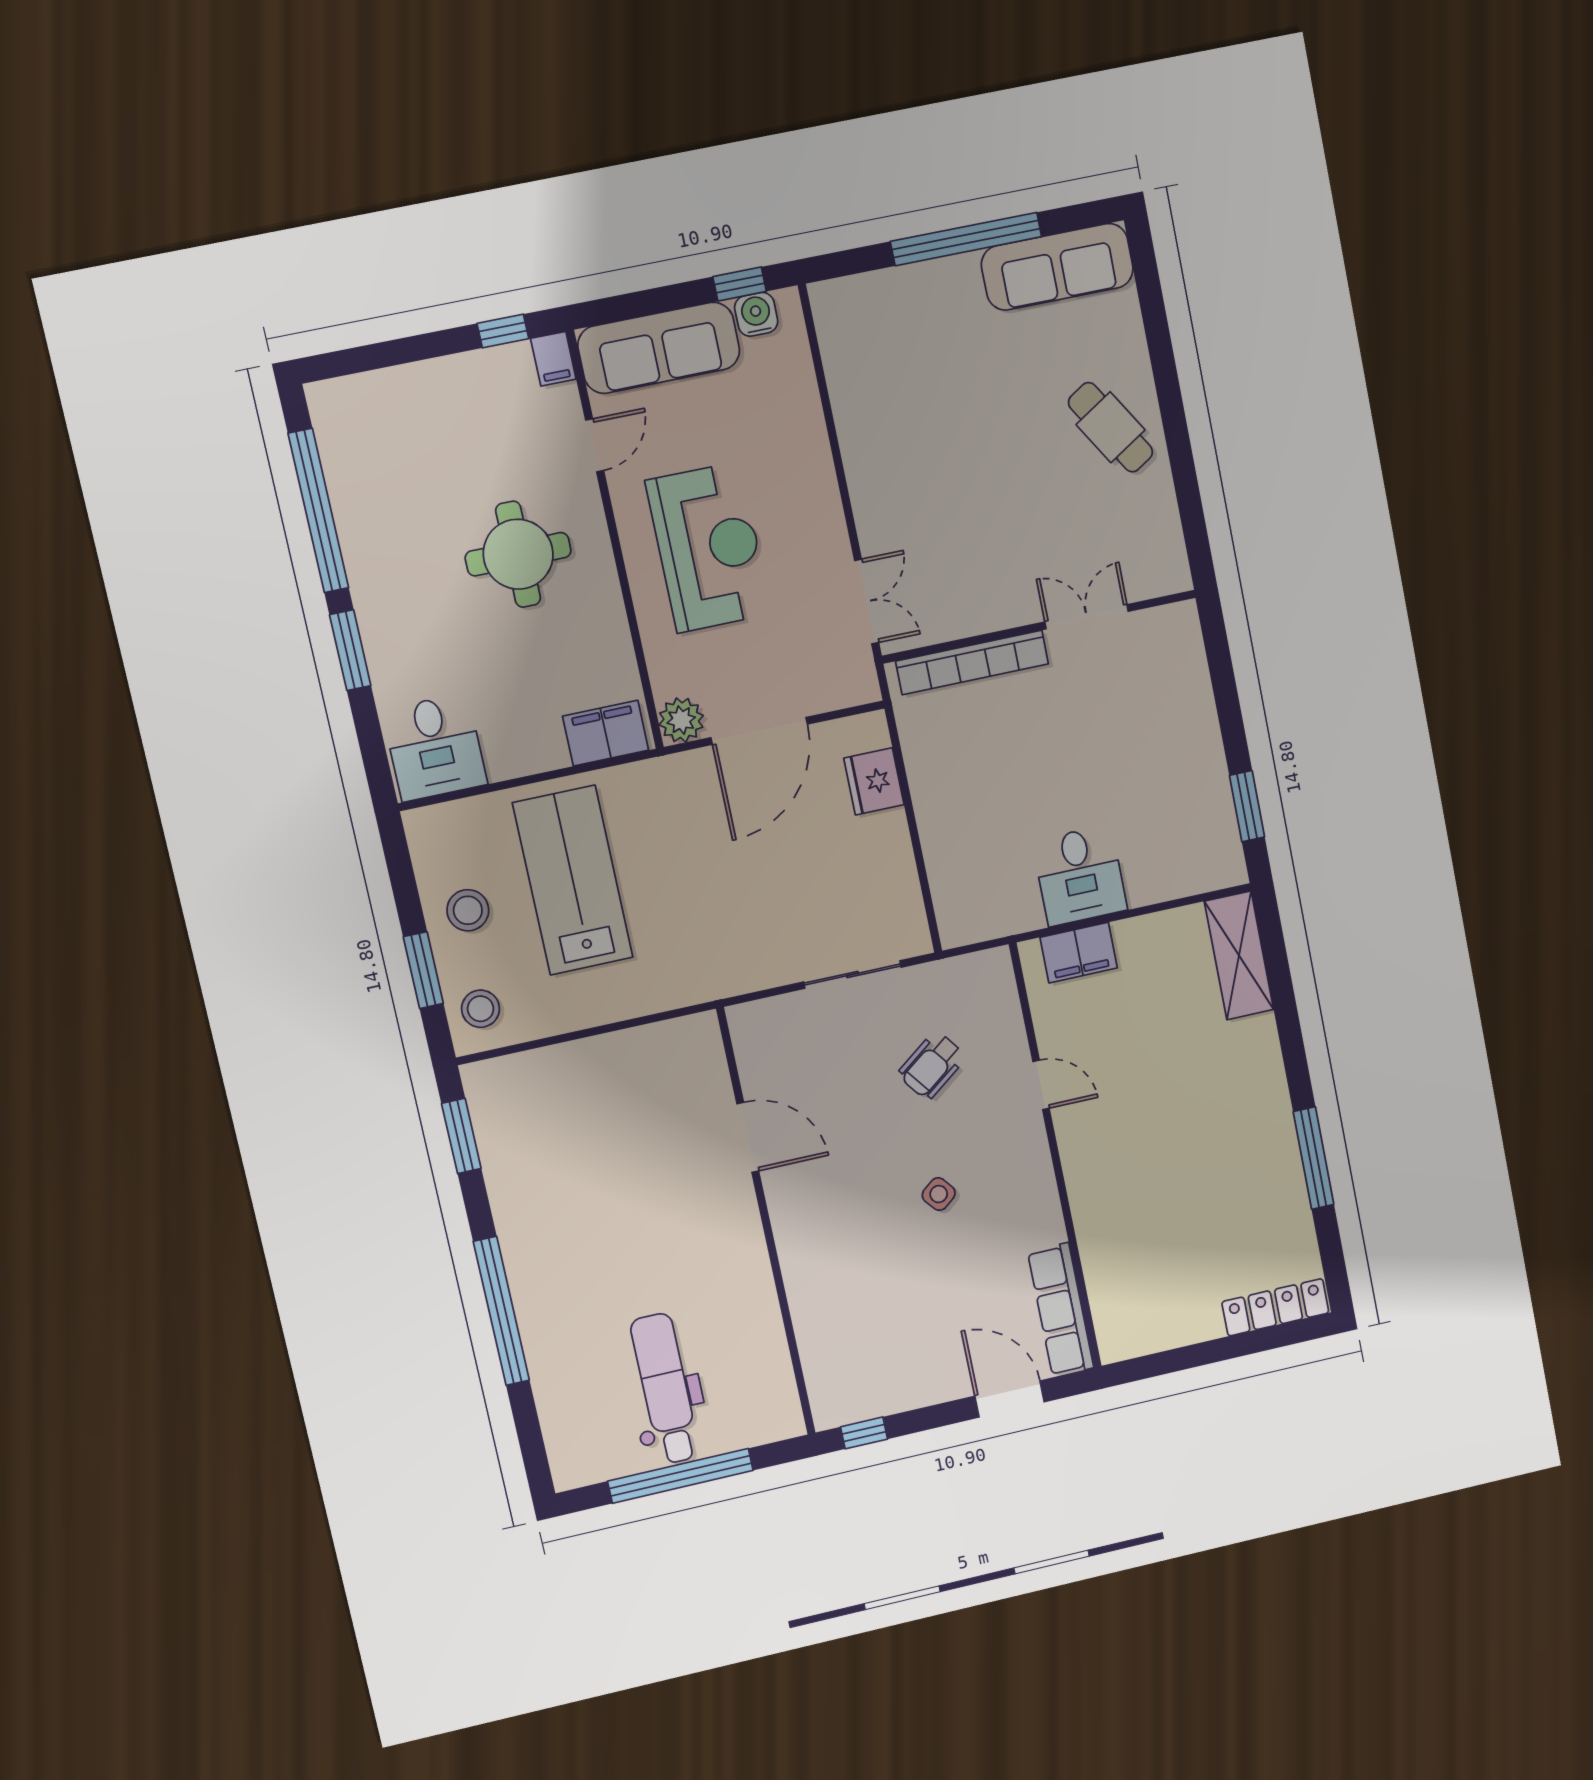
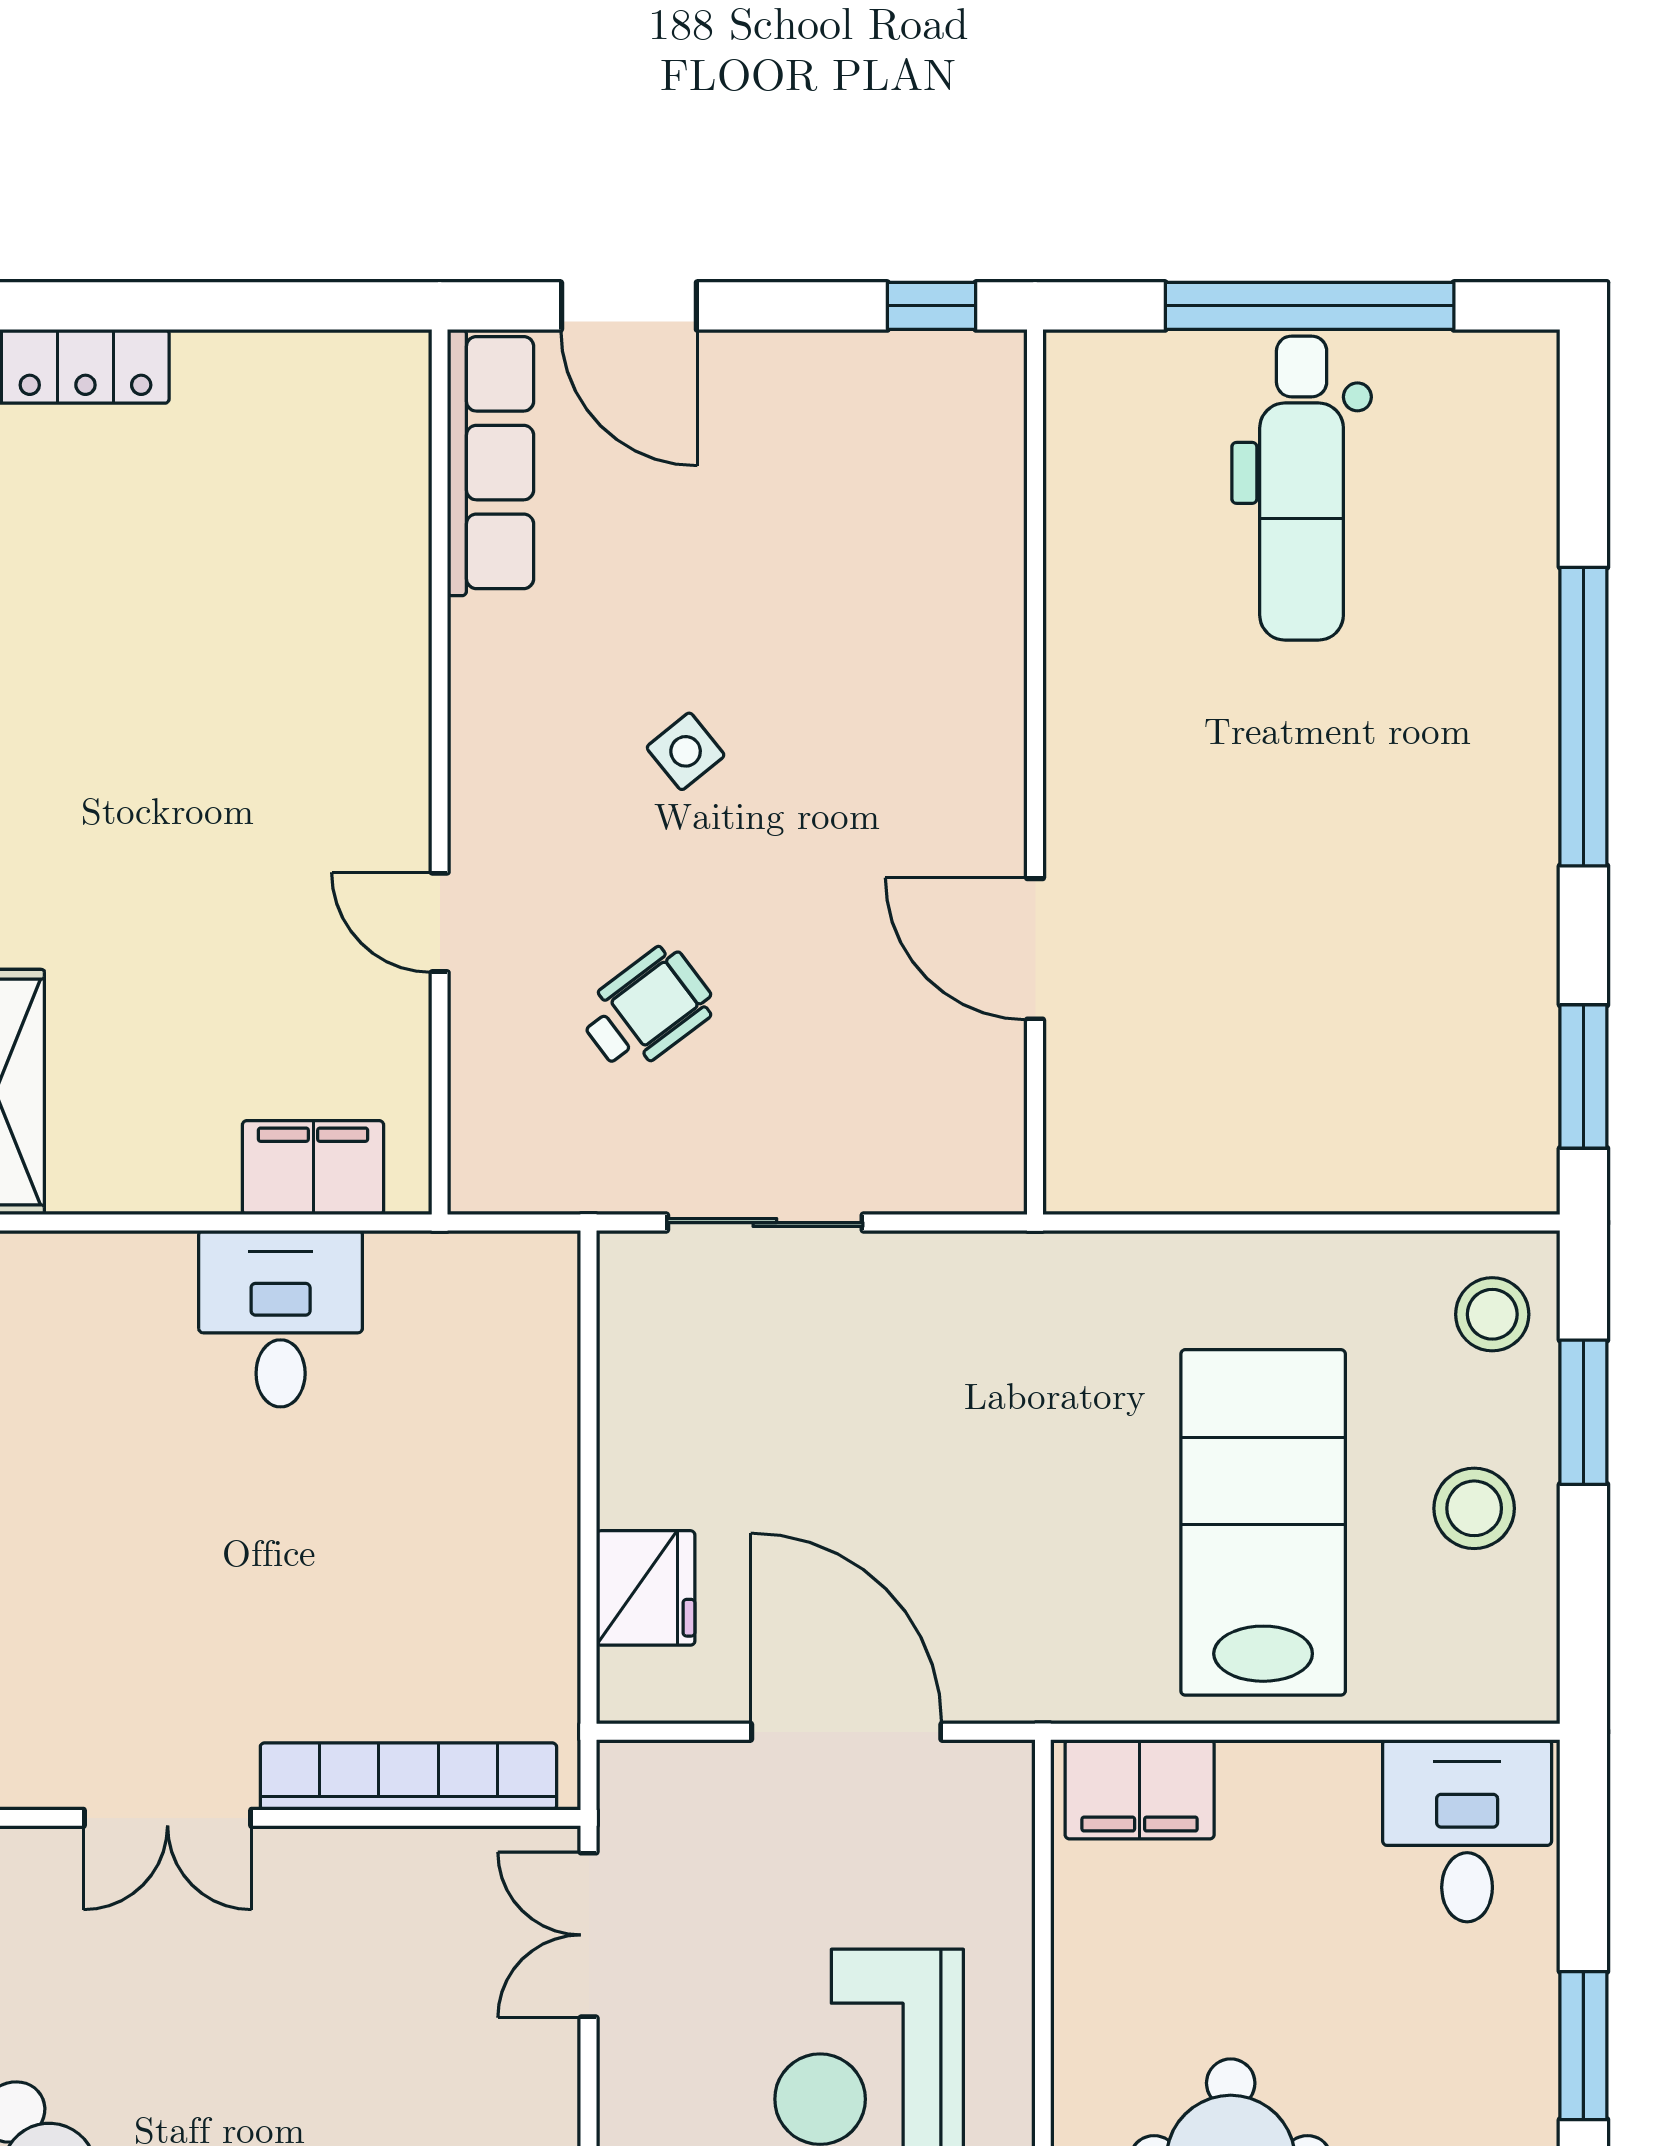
plant: (681, 720) -> (991, 1784), removed
door: (759, 731) -> (846, 1732), hinge flipped
lab bench: (573, 880) -> (1263, 1522), turned 180

